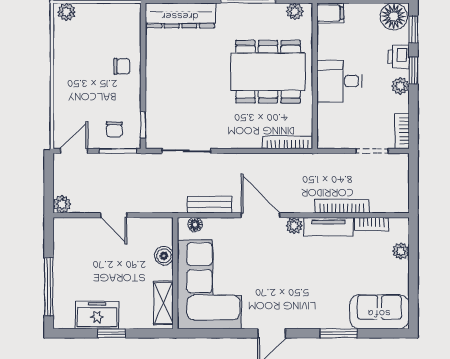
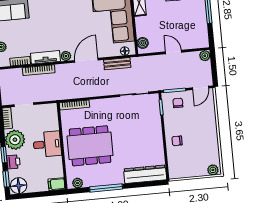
plant: (400, 86) -> (15, 140), width x1.88, depth x1.88
door: (261, 215) -> (86, 60), swing flipped
boiler: (164, 256) -> (143, 43), moved

